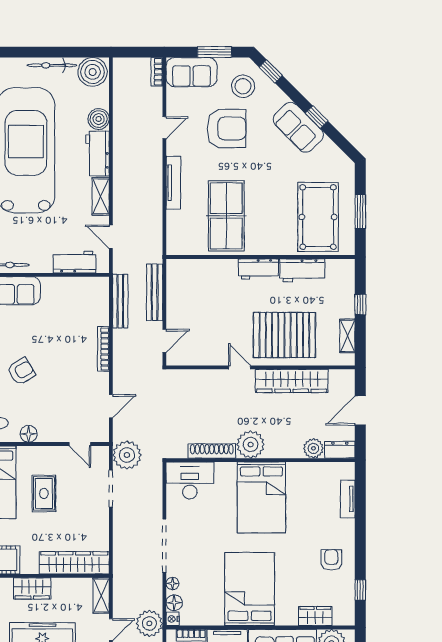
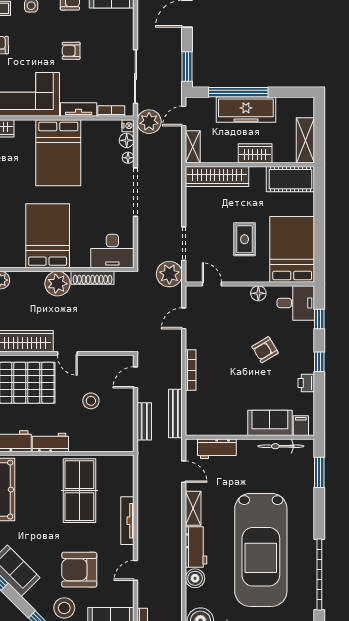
bench: (155, 292) -> (144, 421), width x0.73
stool: (214, 315) -> (91, 401), added

